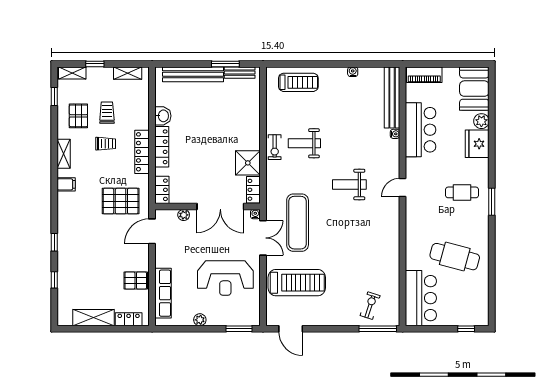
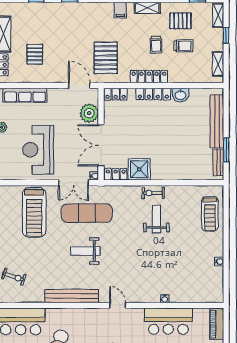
bench: (392, 97) -> (72, 296), moved
weight bench: (349, 185) -> (85, 251), moved, turned -90
plant: (184, 215) -> (89, 113), width x1.88, depth x1.88
pallet: (136, 281) -> (35, 54), moved

